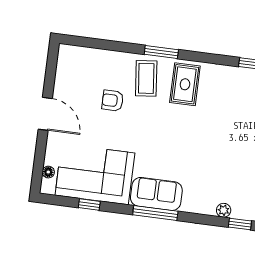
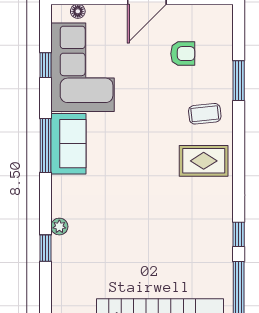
window: (161, 52) -> (239, 81), moved
coffee table: (146, 78) -> (205, 114), width x0.73, depth x0.77
armchair: (113, 101) -> (183, 54), moved, turned 90

